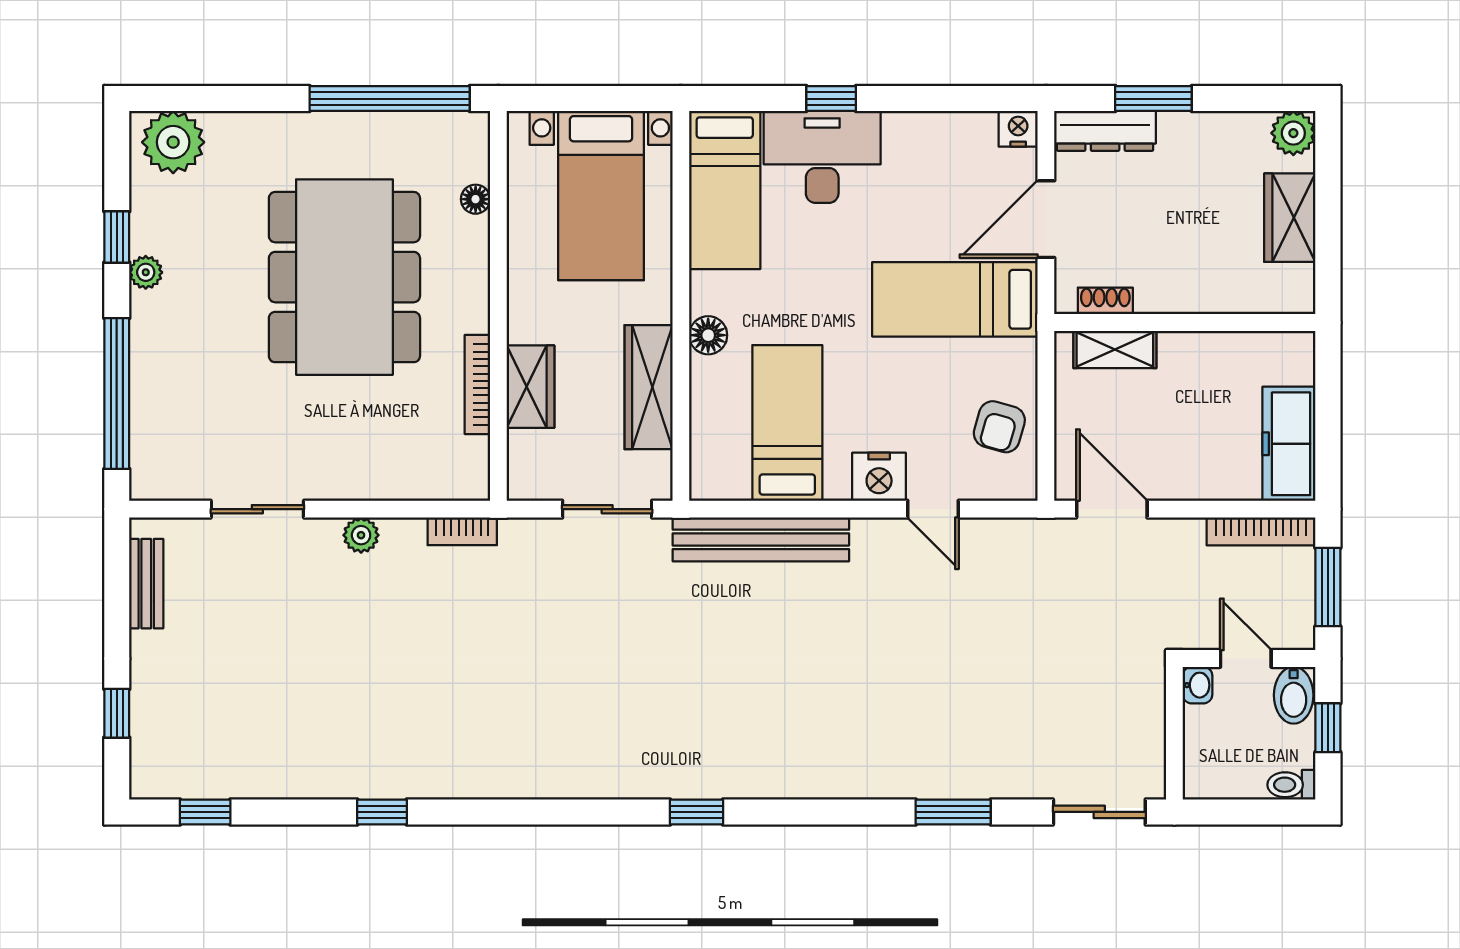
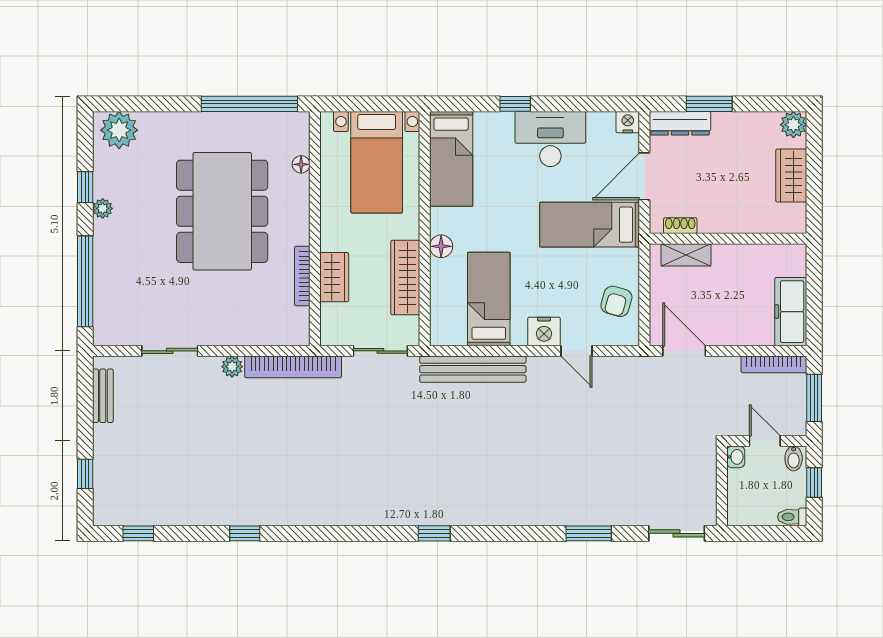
desk: (822, 157) -> (550, 139), moved
bookcase: (462, 531) -> (293, 367), width x2.31, depth x1.31
bidet: (1294, 695) -> (794, 458), width x0.72, depth x0.74

